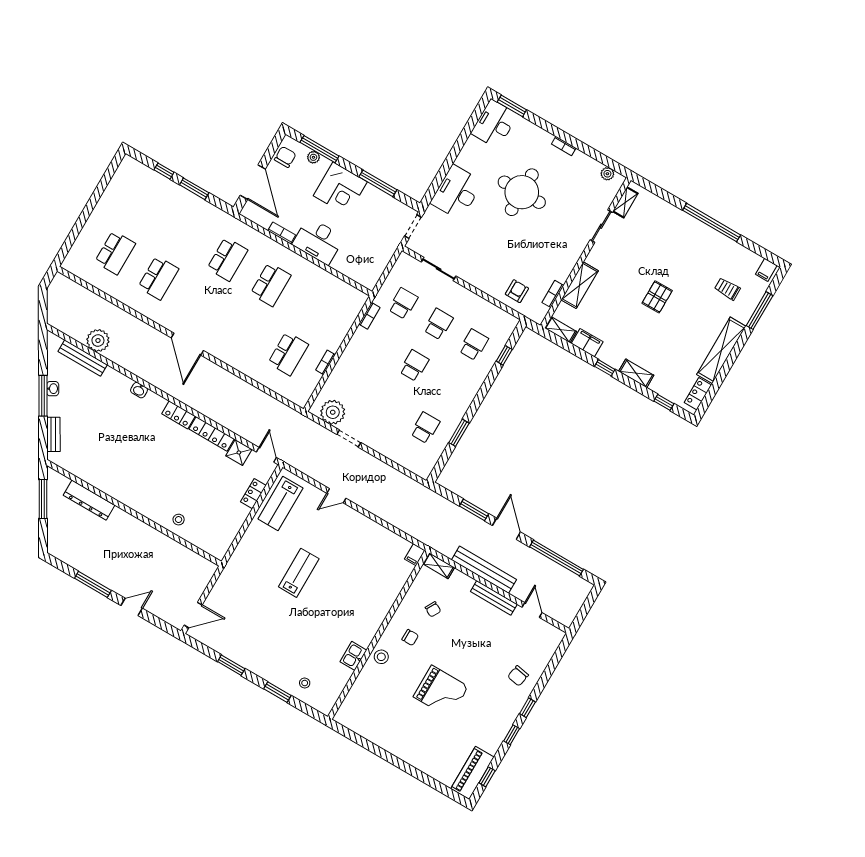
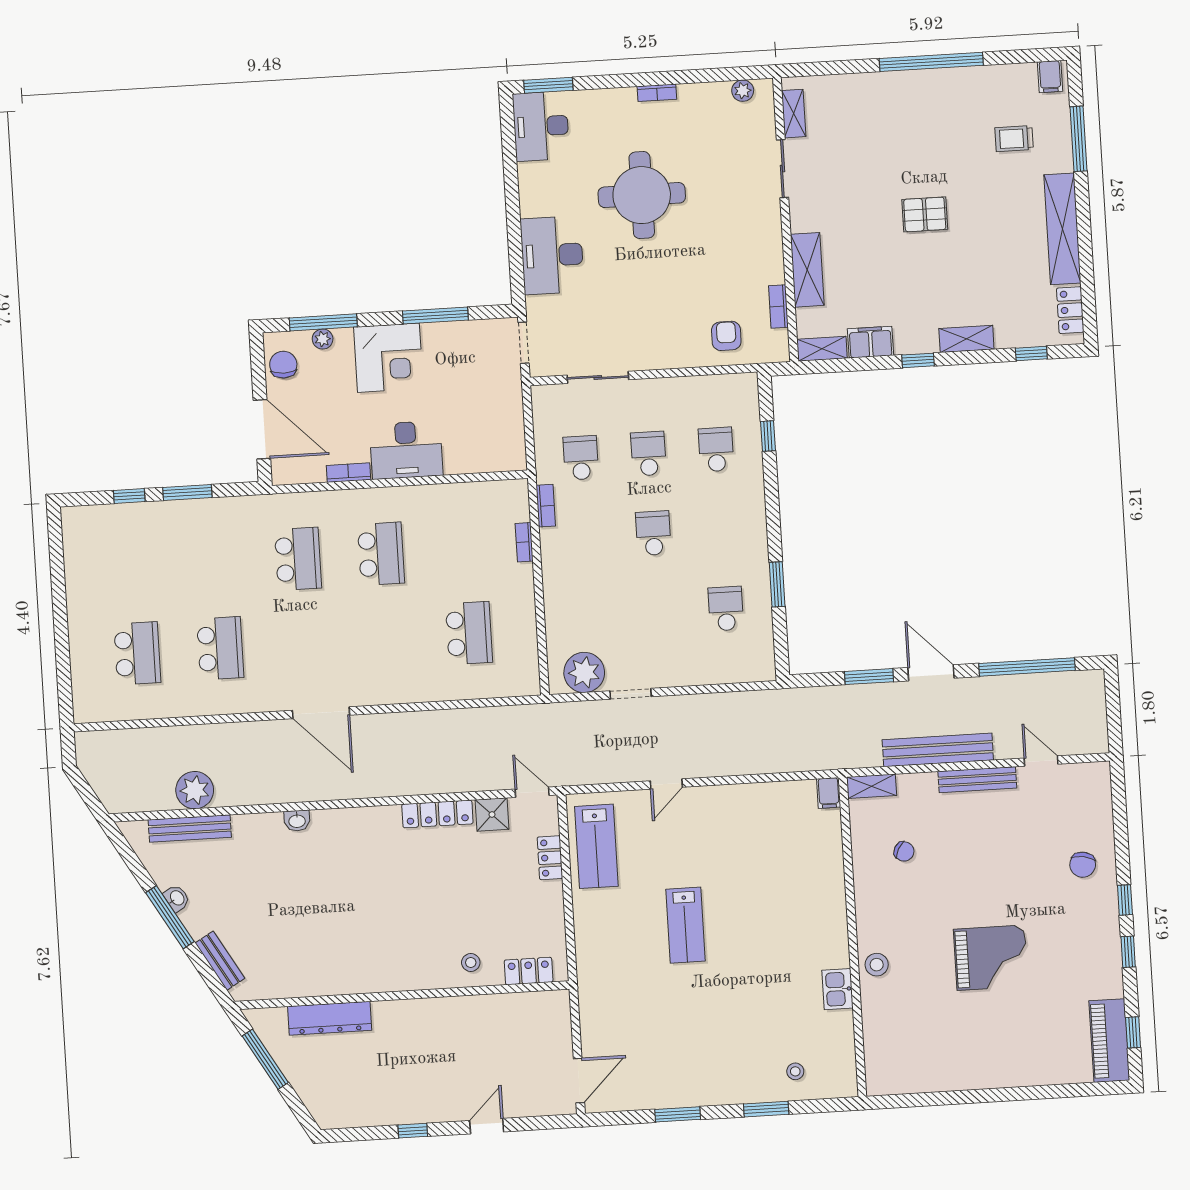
pallet: (657, 297) -> (925, 214), turned 90
bookcase: (325, 362) -> (524, 542), moved
locker: (178, 415) -> (529, 971), moved, turned 180
lab bench: (299, 573) -> (685, 925), turned 180
window: (93, 584) -> (413, 1131), width x0.46
chair: (410, 638) -> (899, 911), removed

